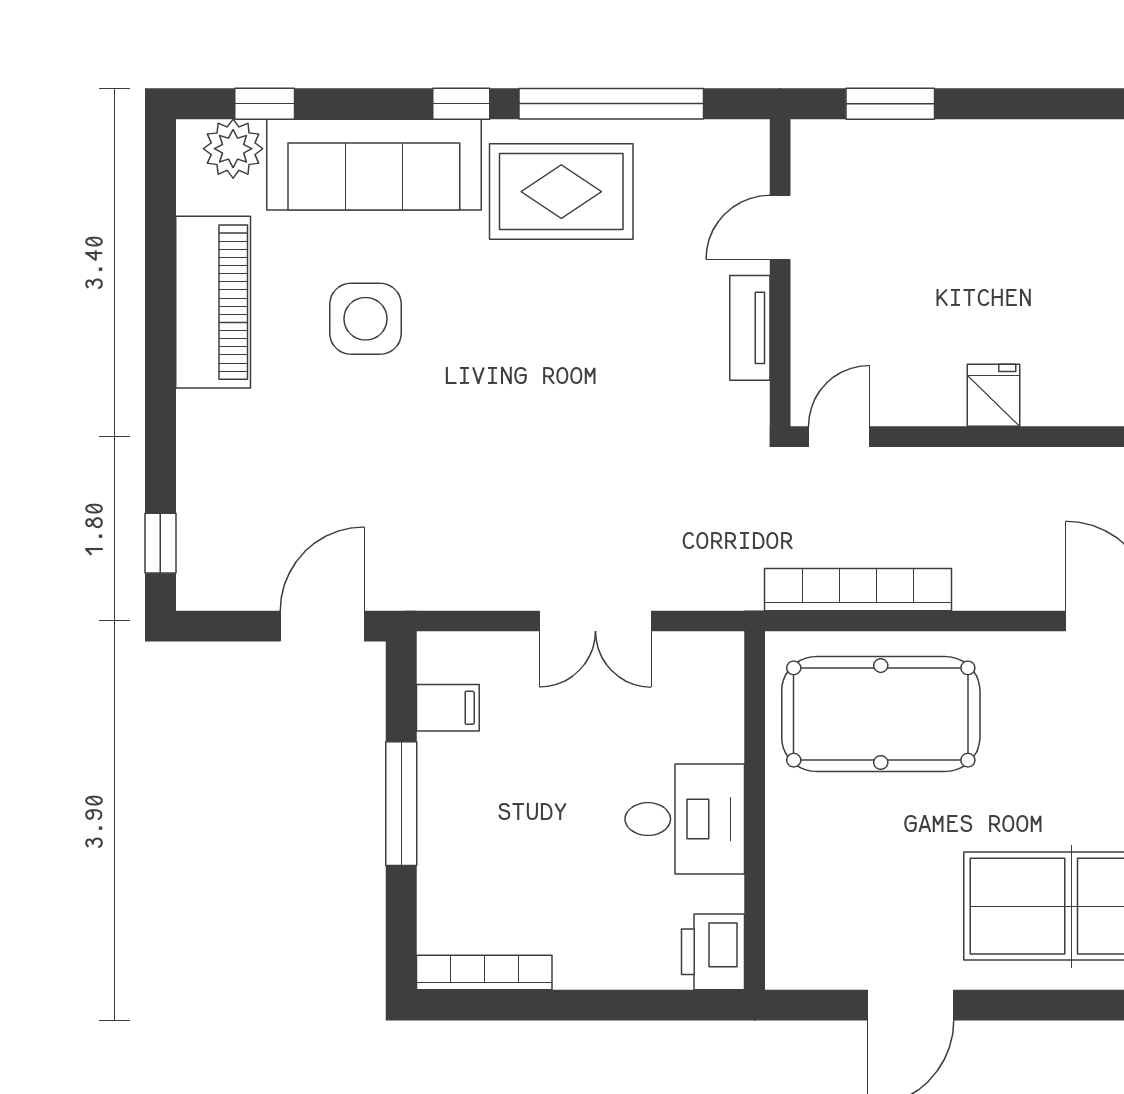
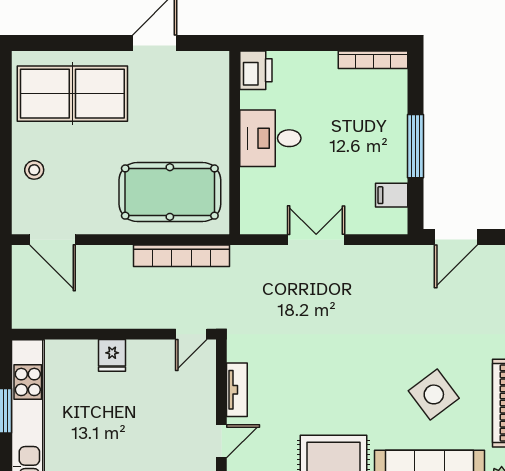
side table: (365, 319) -> (434, 394), turned -37

